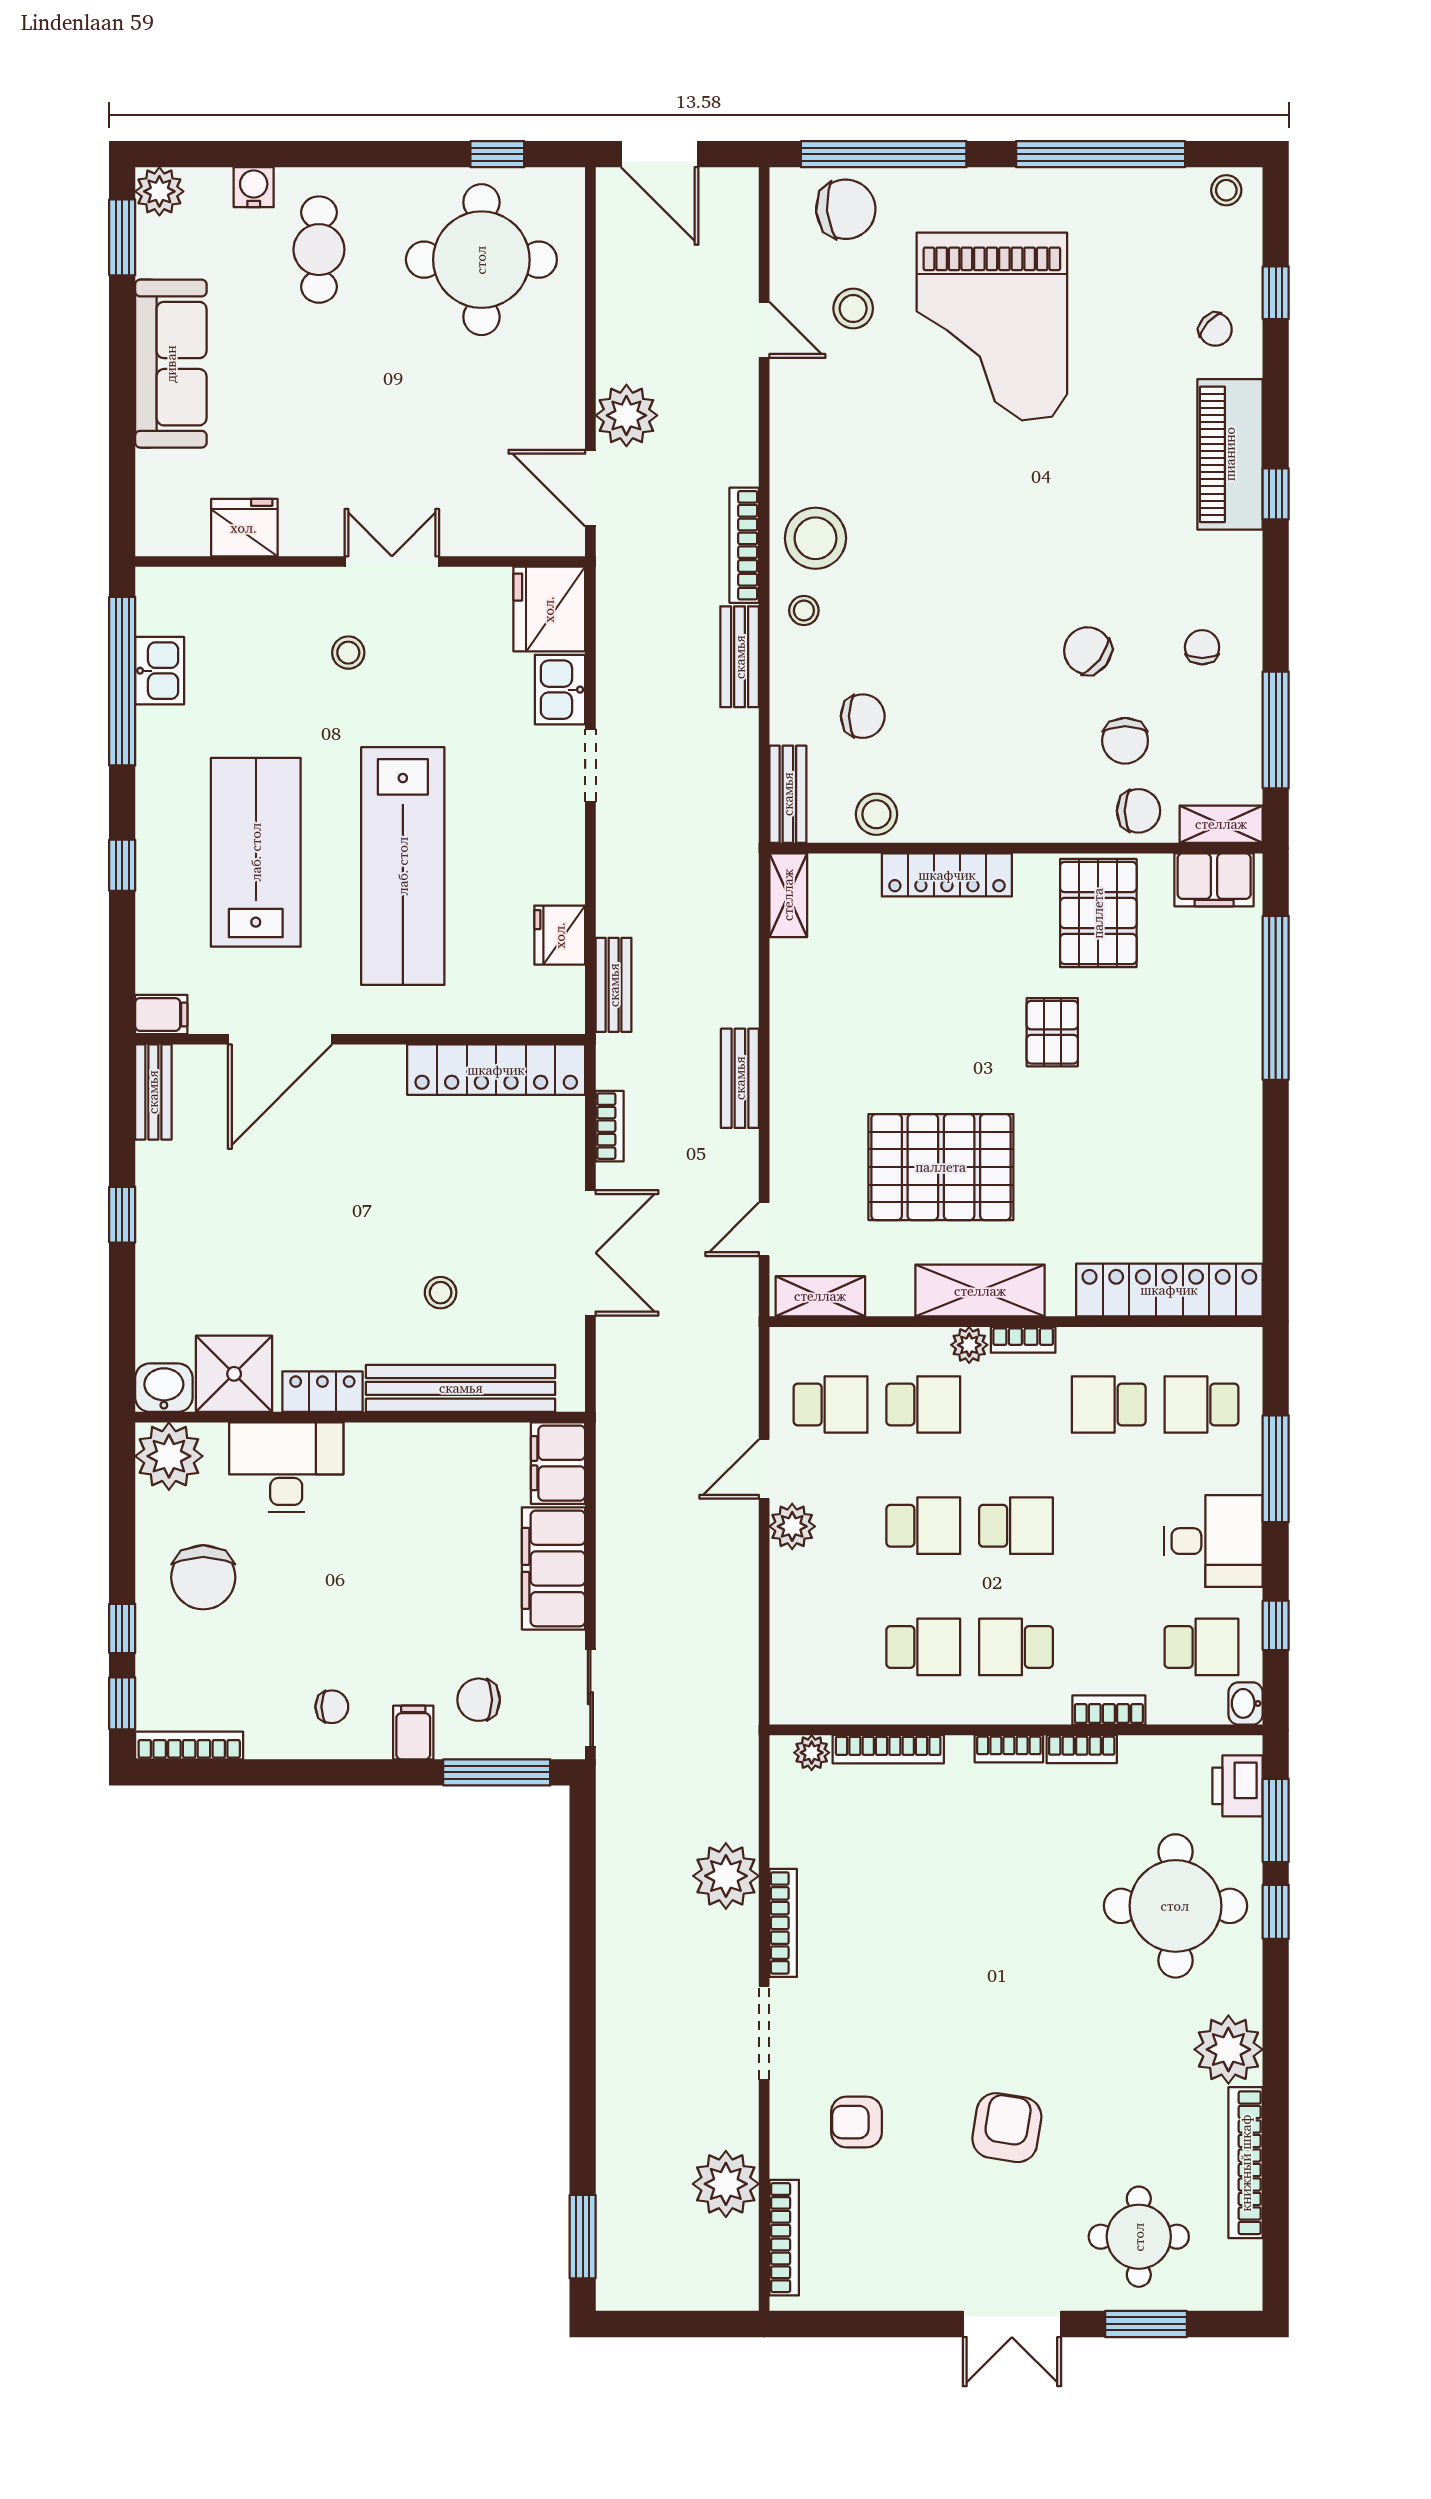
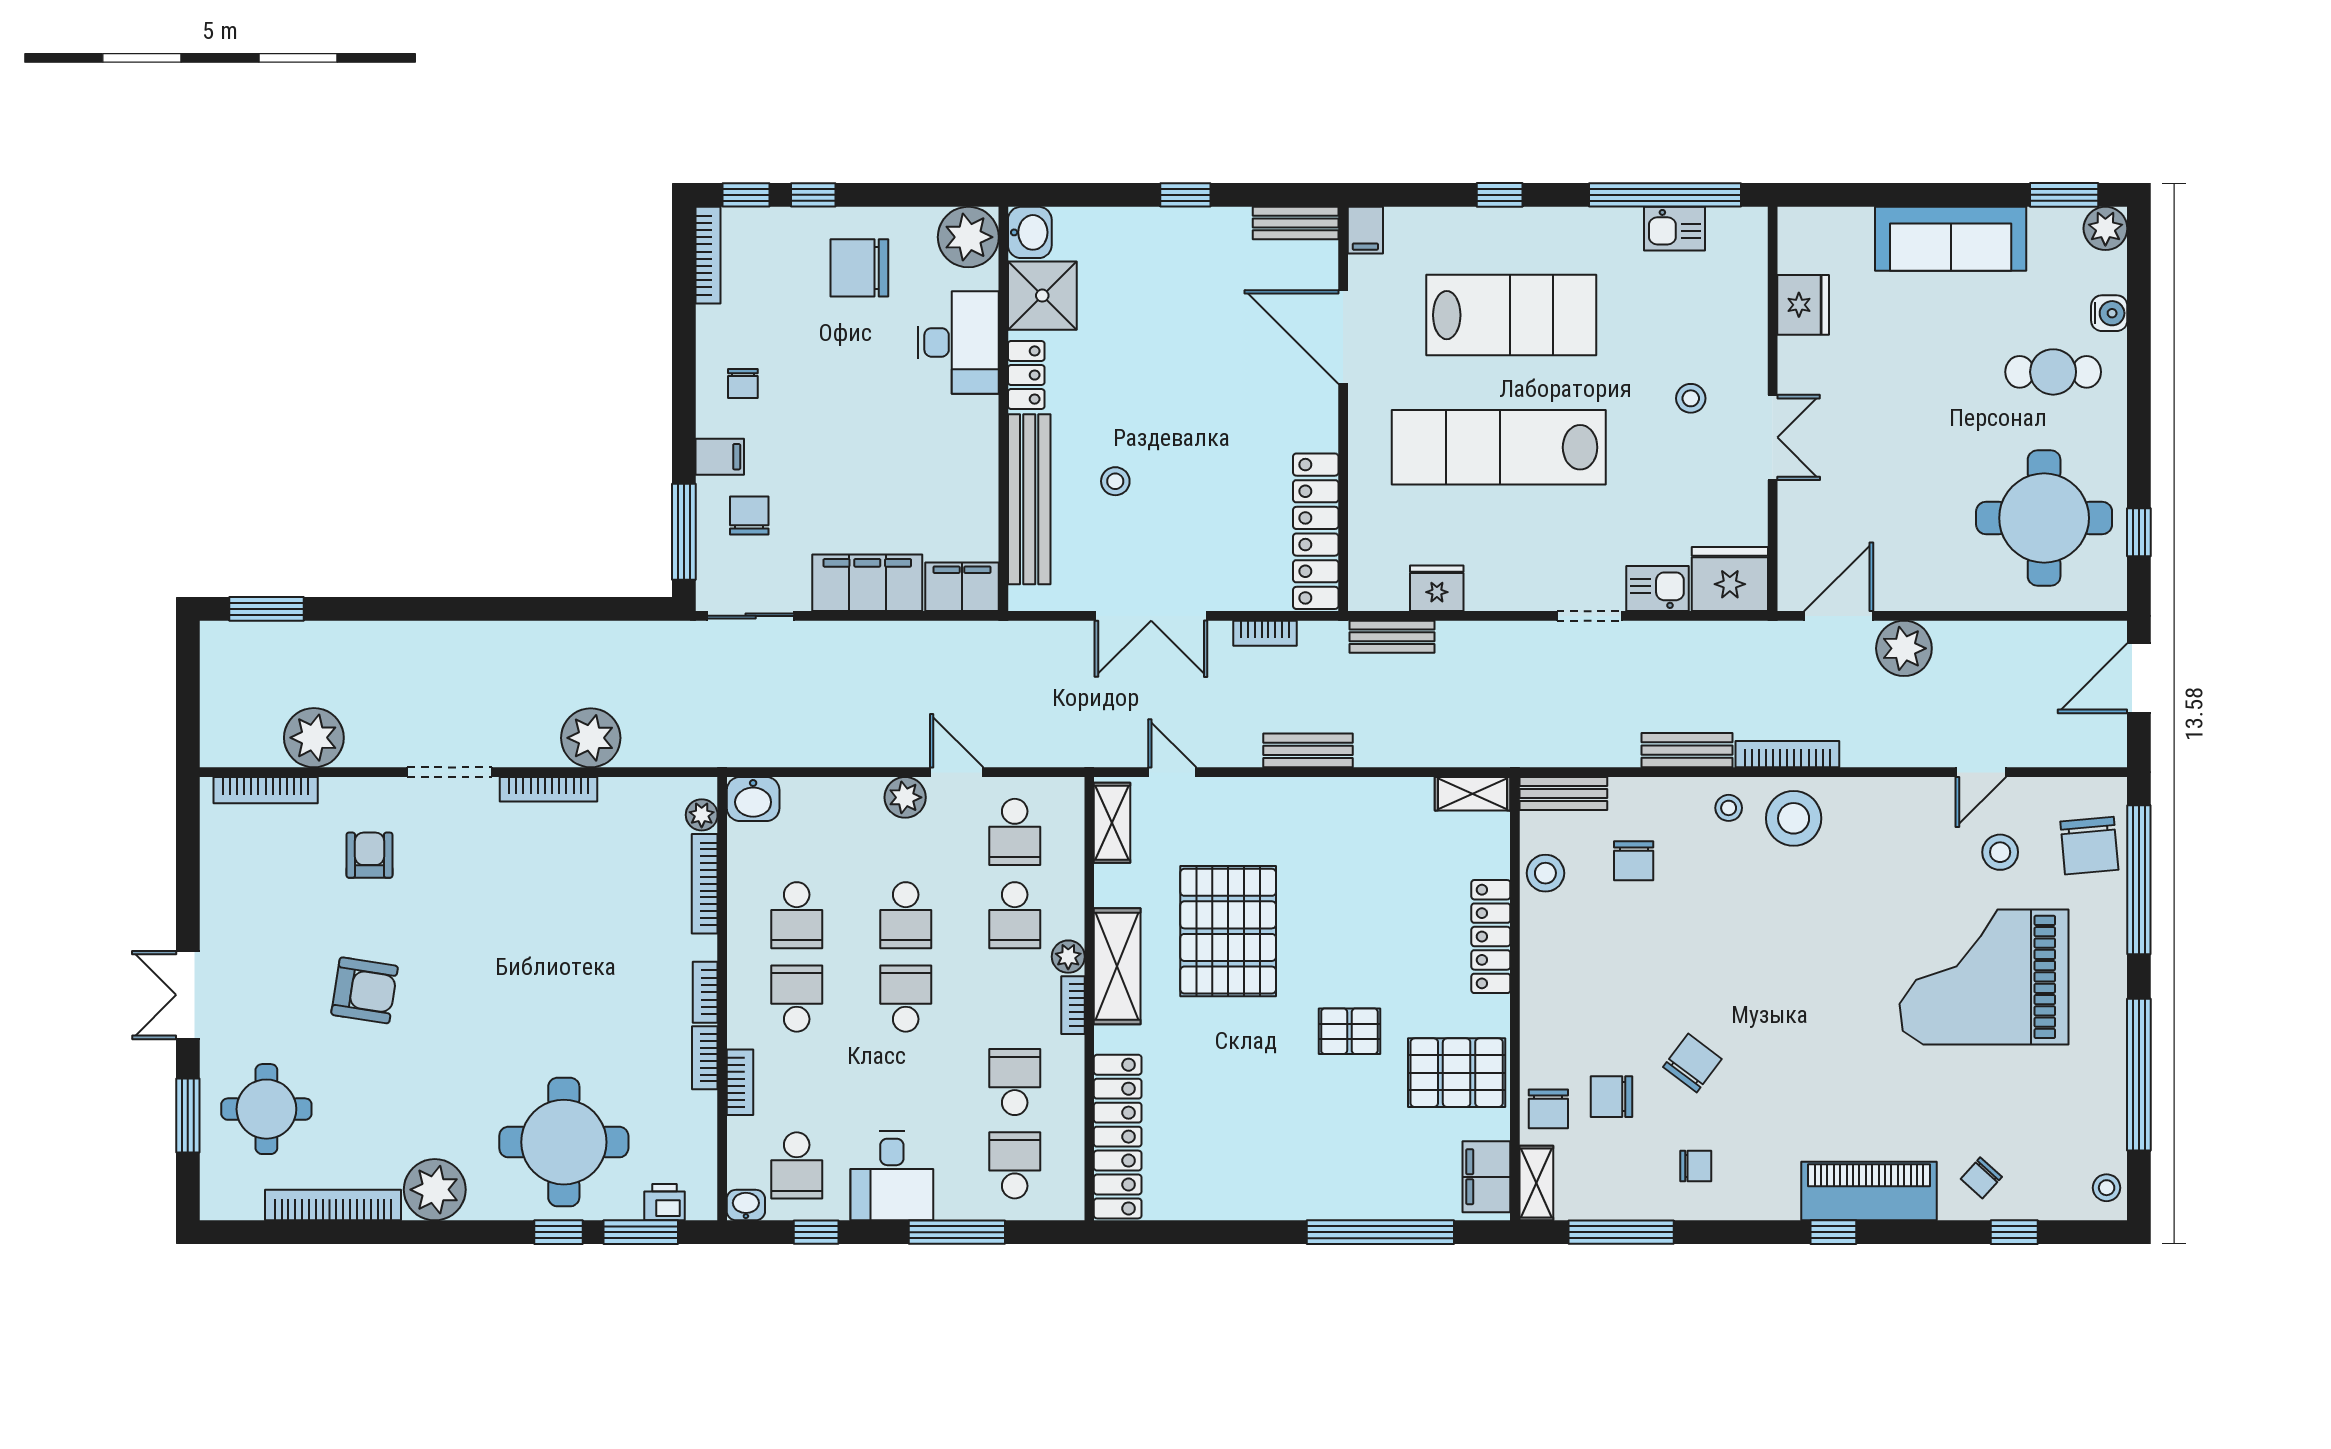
school desk: (1016, 1526) -> (906, 999), turned 180
washbasin: (794, 1695) -> (753, 799), added
printer: (1238, 1786) -> (665, 1202), width x0.73, depth x0.81

